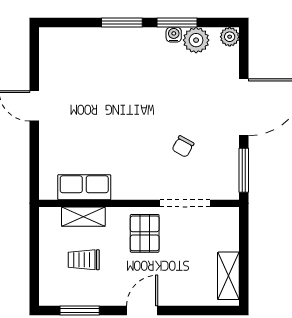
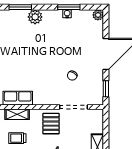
window: (122, 23) -> (20, 7), moved
plant: (196, 40) -> (35, 17), moved
window: (244, 170) -> (106, 89), width x0.67

